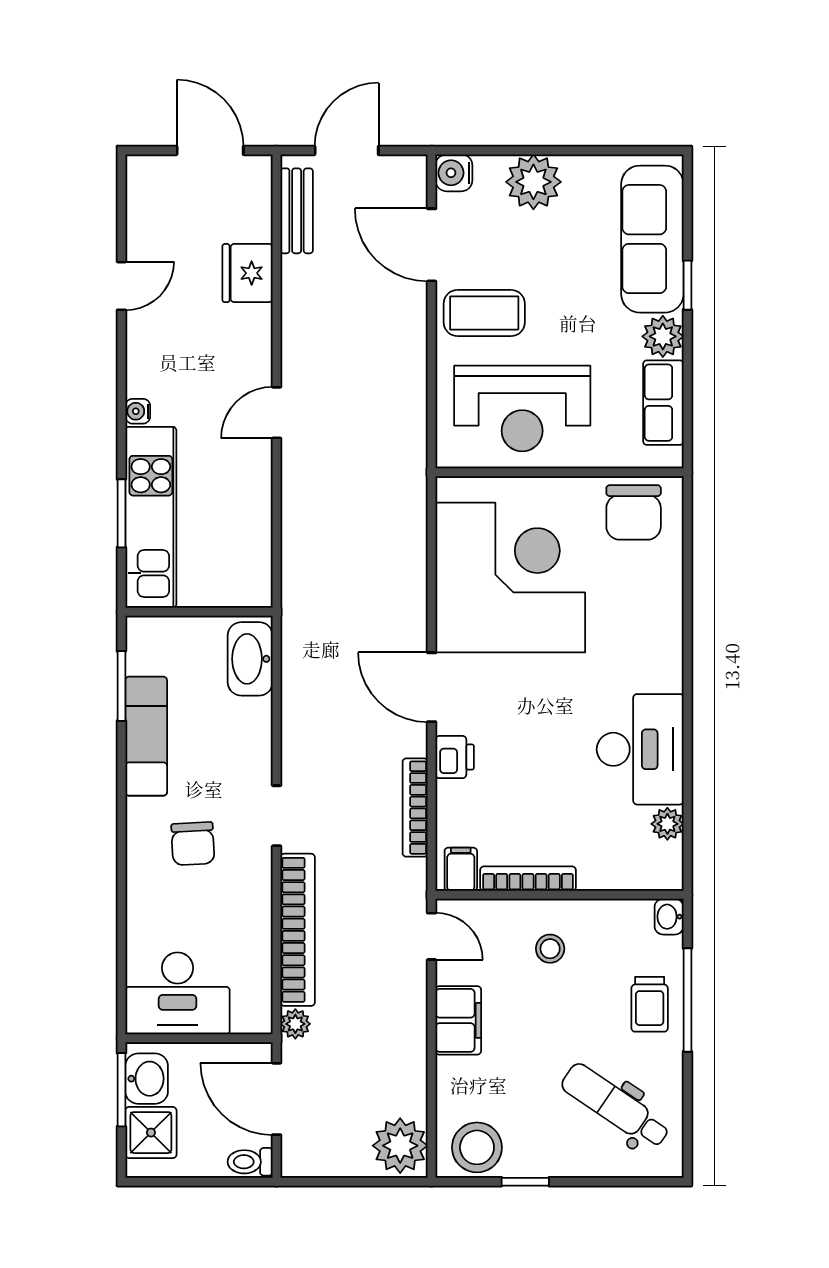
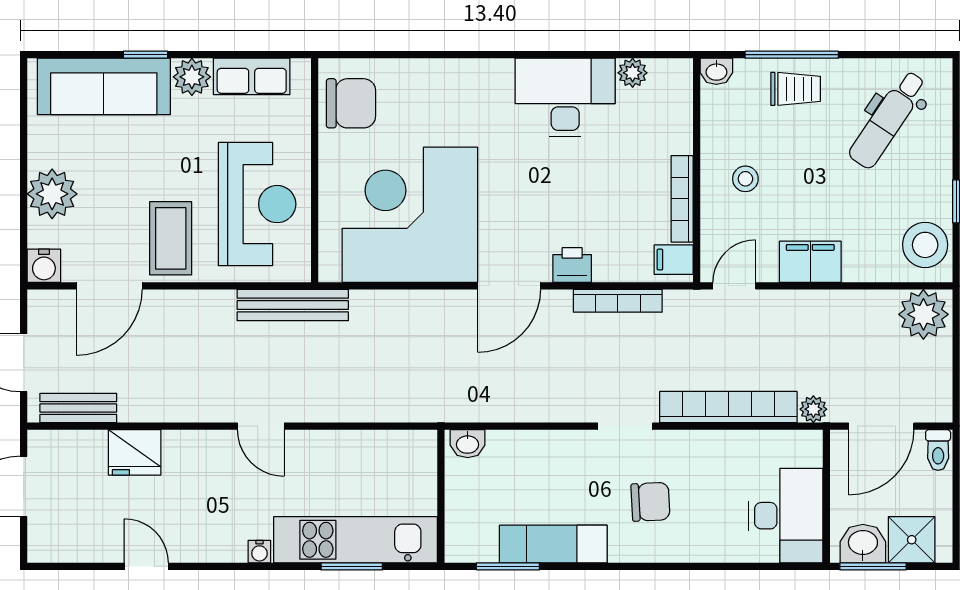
bench: (410, 448) -> (293, 305), added
washbasin: (250, 659) -> (468, 444), width x0.52, depth x0.69

